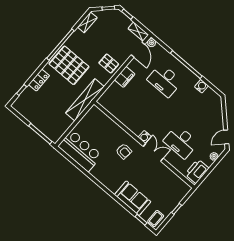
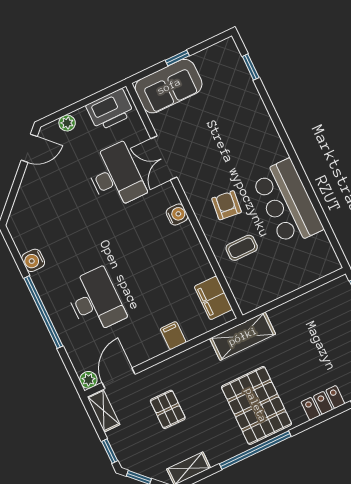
pallet: (109, 64) -> (168, 409), moved
filing cabinet: (125, 77) -> (173, 336), width x0.50
shelving: (85, 100) -> (243, 336), width x0.68
filing cabinet: (111, 106) -> (213, 298), added
bar counter: (80, 151) -> (287, 203), moved
double door: (153, 152) -> (164, 158), moved
sofa: (133, 198) -> (169, 86), moved, turned -90
coffee table: (156, 219) -> (242, 248), moved

